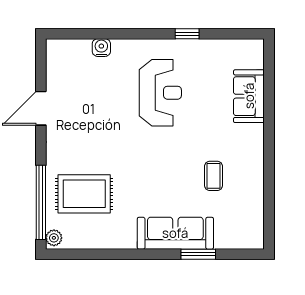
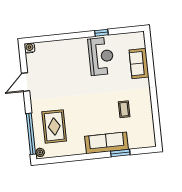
water cooler: (101, 48) -> (30, 48), moved
reception desk: (160, 93) -> (101, 56), moved
rug: (84, 194) -> (54, 126), turned 90

